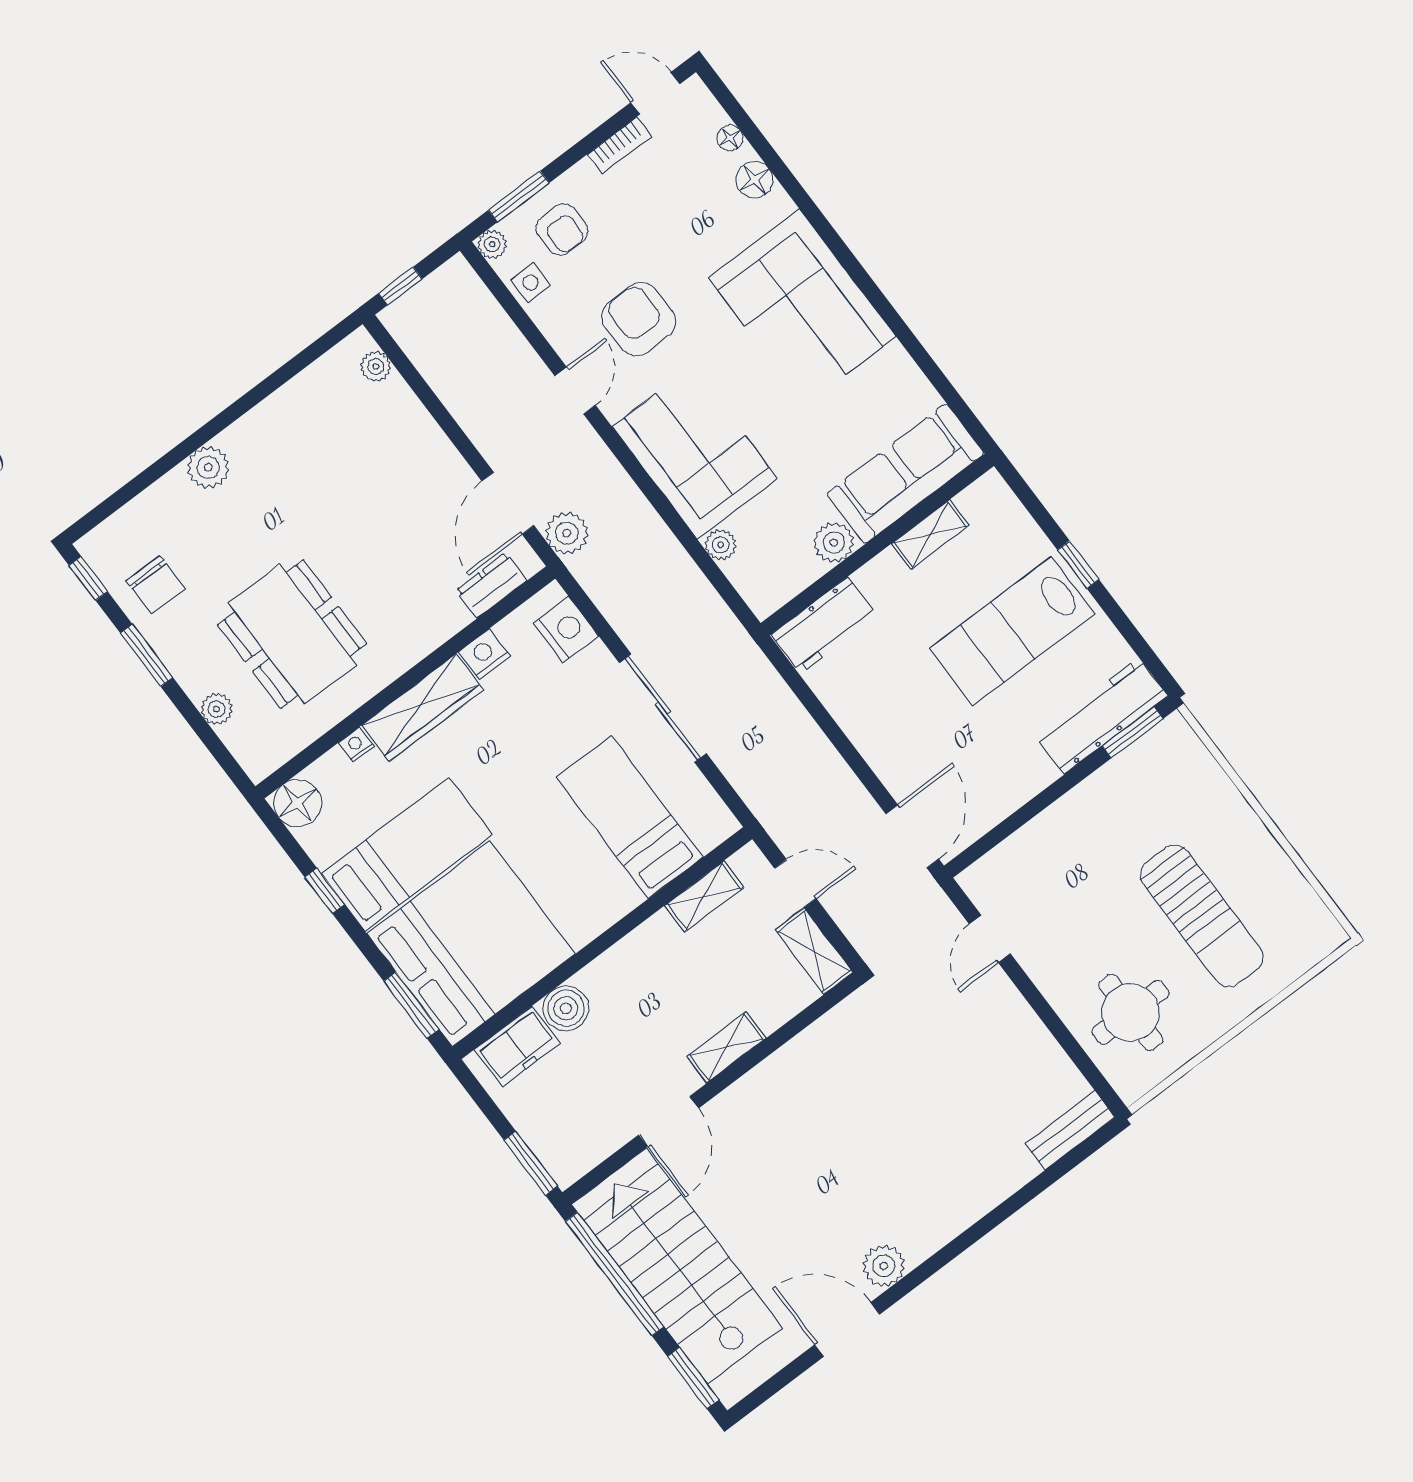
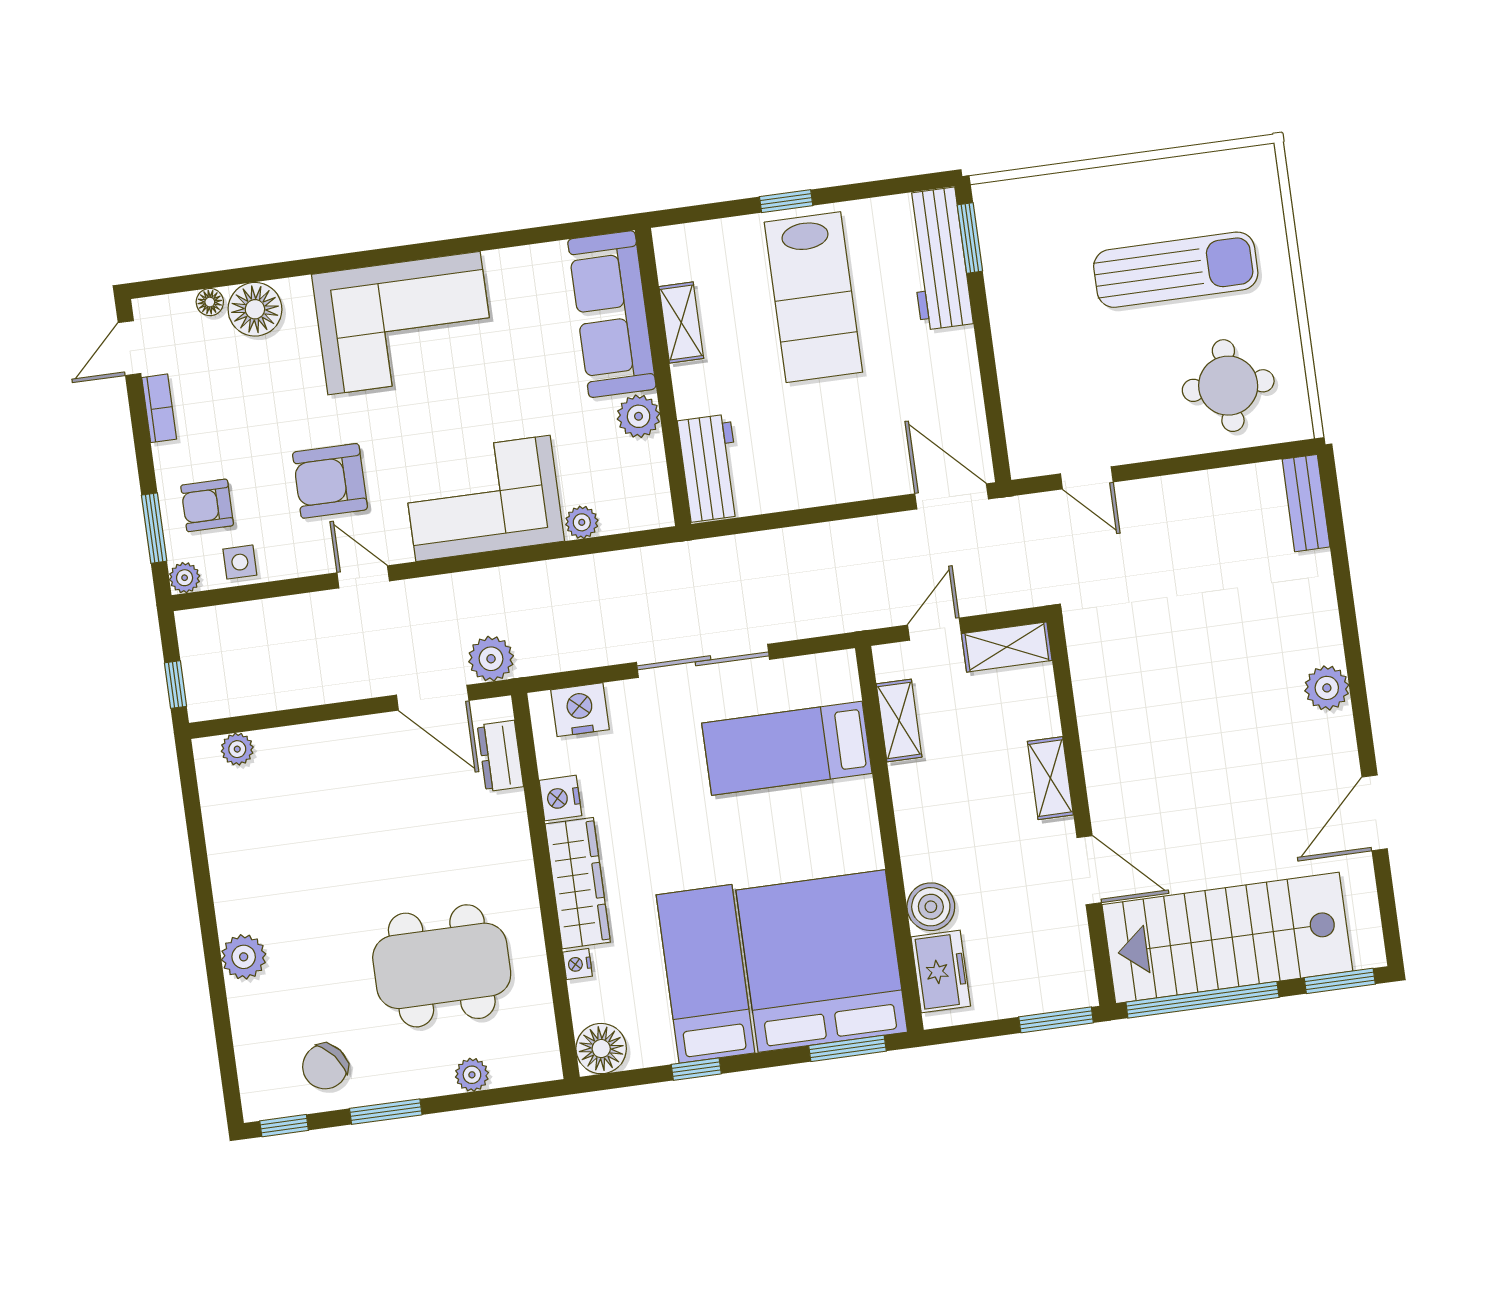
floor lamp: (755, 180) -> (255, 309), width x1.38, depth x1.38
armchair: (562, 229) -> (207, 505), turned 180
chair: (156, 585) -> (325, 1067), turned 141
plant: (884, 1266) -> (1327, 688), moved

